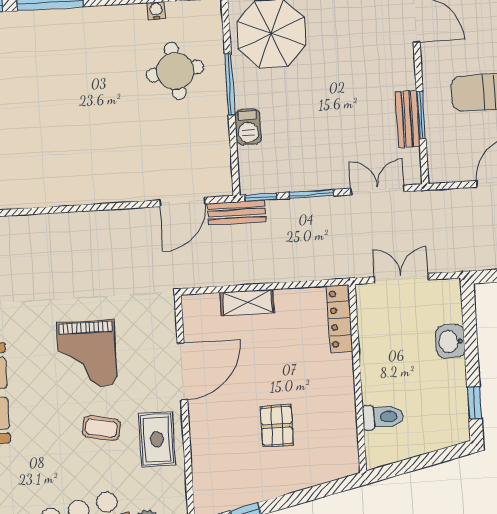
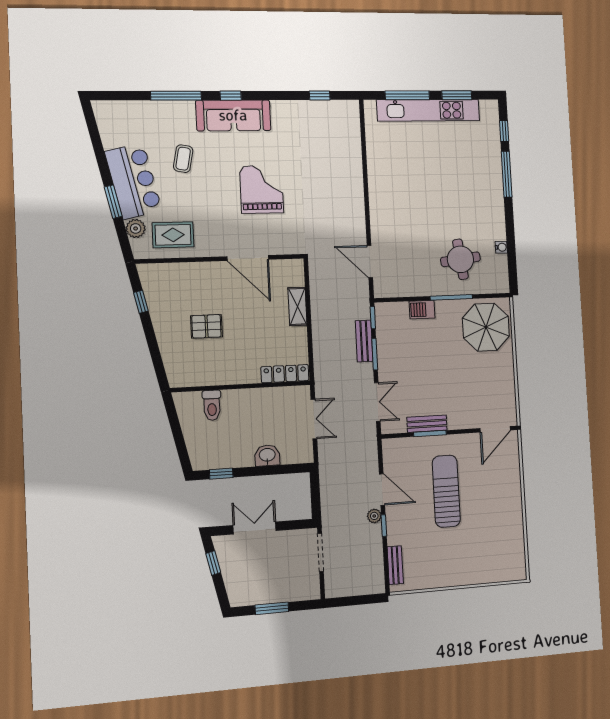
bench: (237, 213) -> (364, 341), moved
grand piano: (87, 354) -> (262, 189), turned 90
coffee table: (101, 428) -> (183, 159), moved
rug: (157, 439) -> (173, 235), moved

